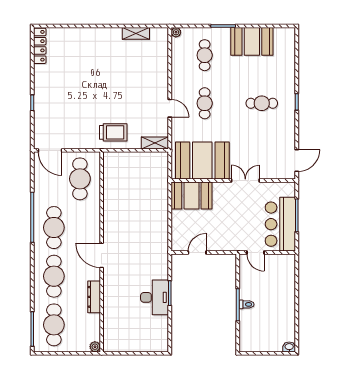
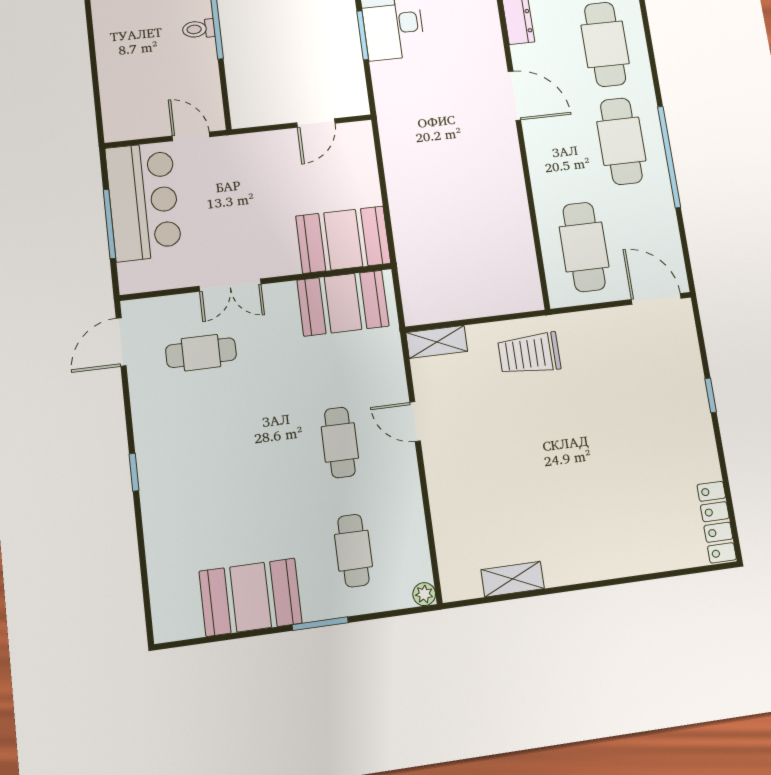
cafe table: (262, 103) -> (201, 353), moved
booth: (202, 160) -> (343, 303), width x0.73, depth x0.70

